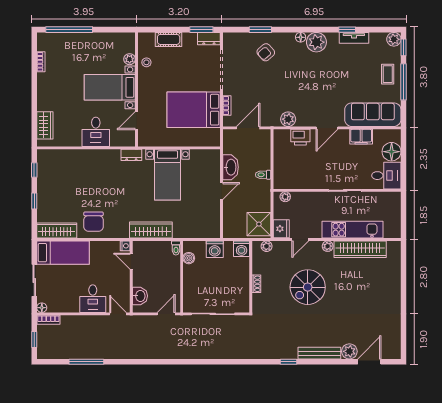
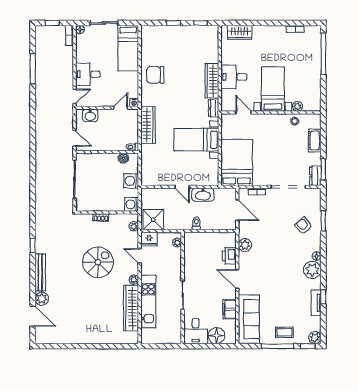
bed: (194, 110) -> (237, 163), moved
wardrobe: (57, 231) -> (212, 81), moved, turned 180
spiral stairs: (308, 287) -> (98, 262), turned 90

